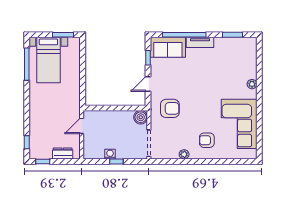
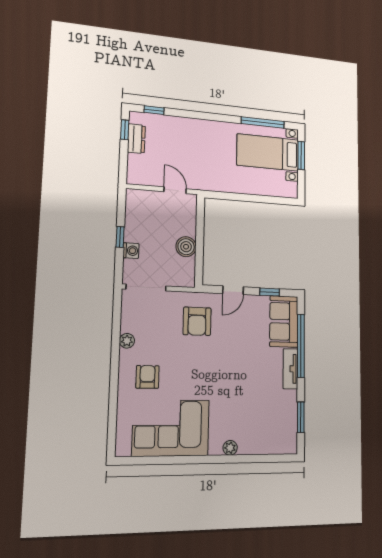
window: (63, 35) -> (301, 155), moved
door: (148, 84) -> (233, 290), swing flipped
boiler: (141, 117) -> (186, 247), moved
dresser: (63, 153) -> (136, 139), moved
washing machine: (110, 154) -> (131, 251), moved

